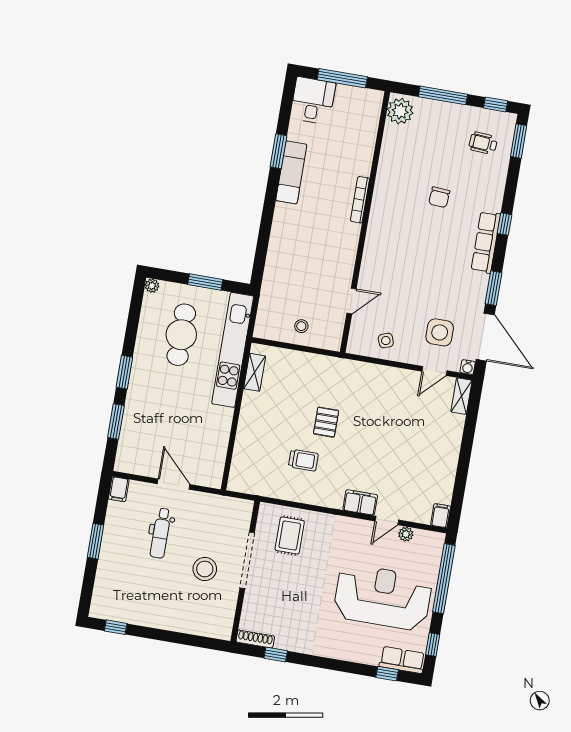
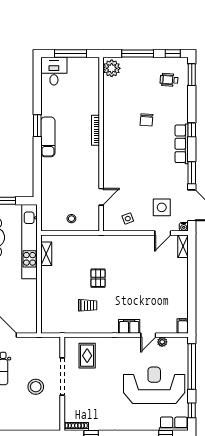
window: (278, 151) -> (37, 126), moved
exam couch: (291, 172) -> (48, 137), moved

